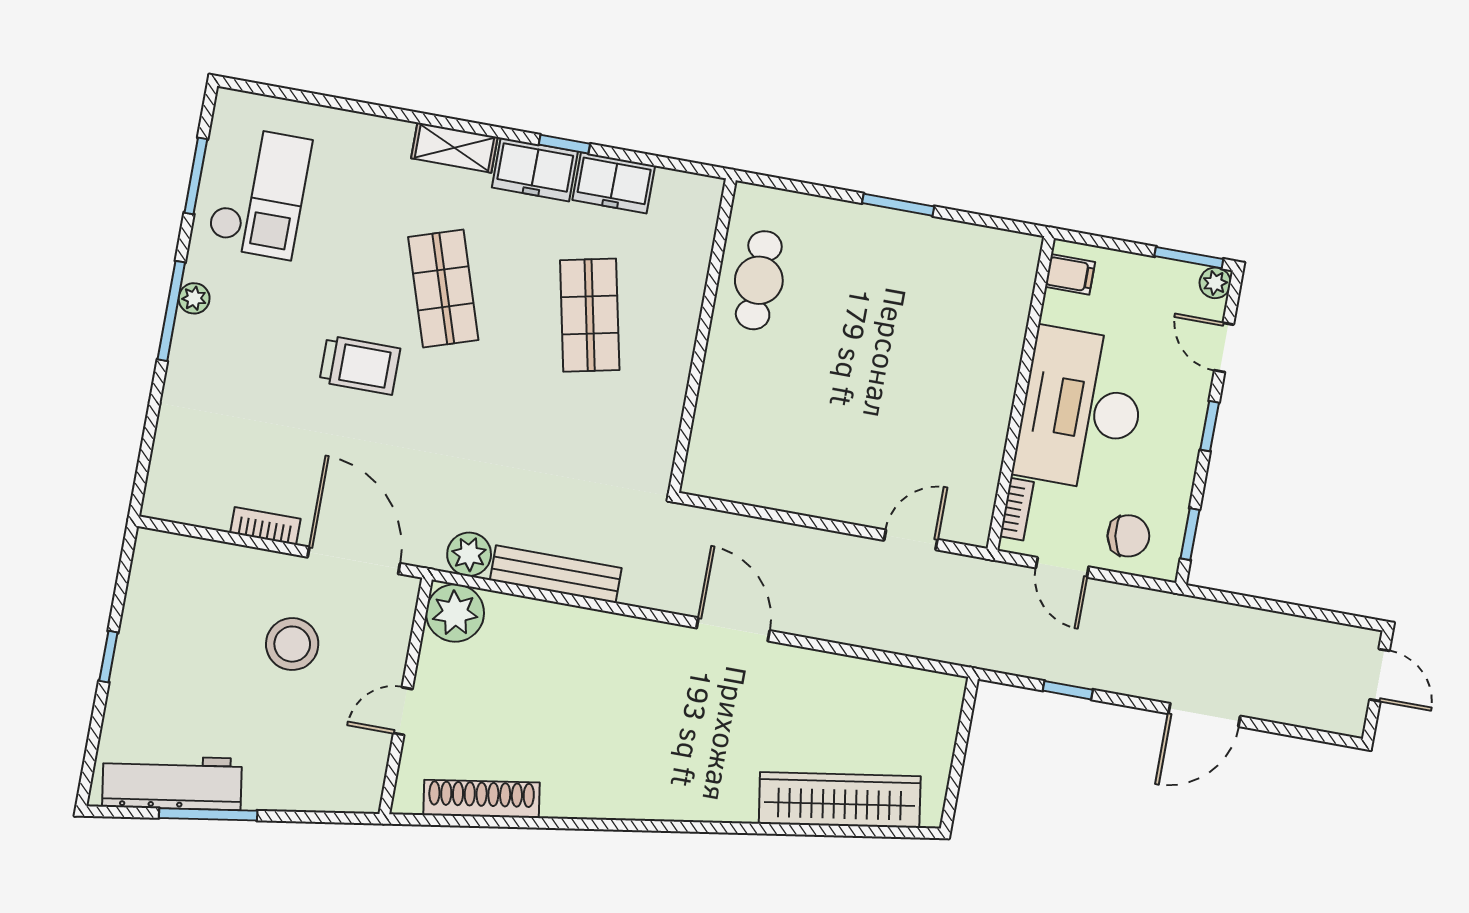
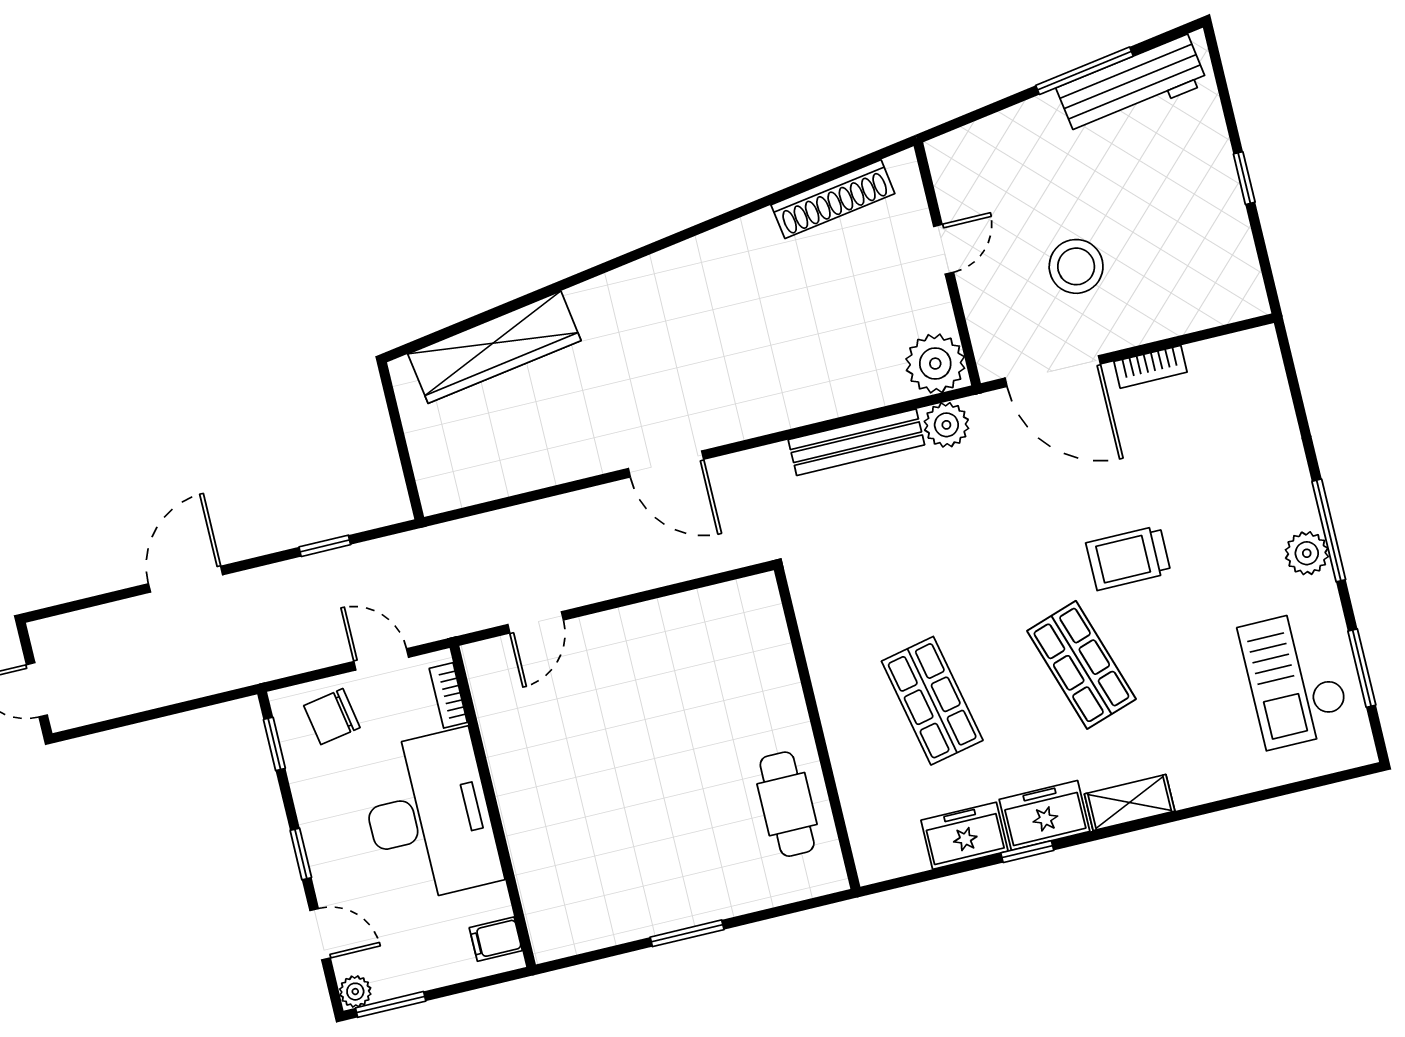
plant: (194, 298) -> (1307, 553), width x1.38, depth x1.38

